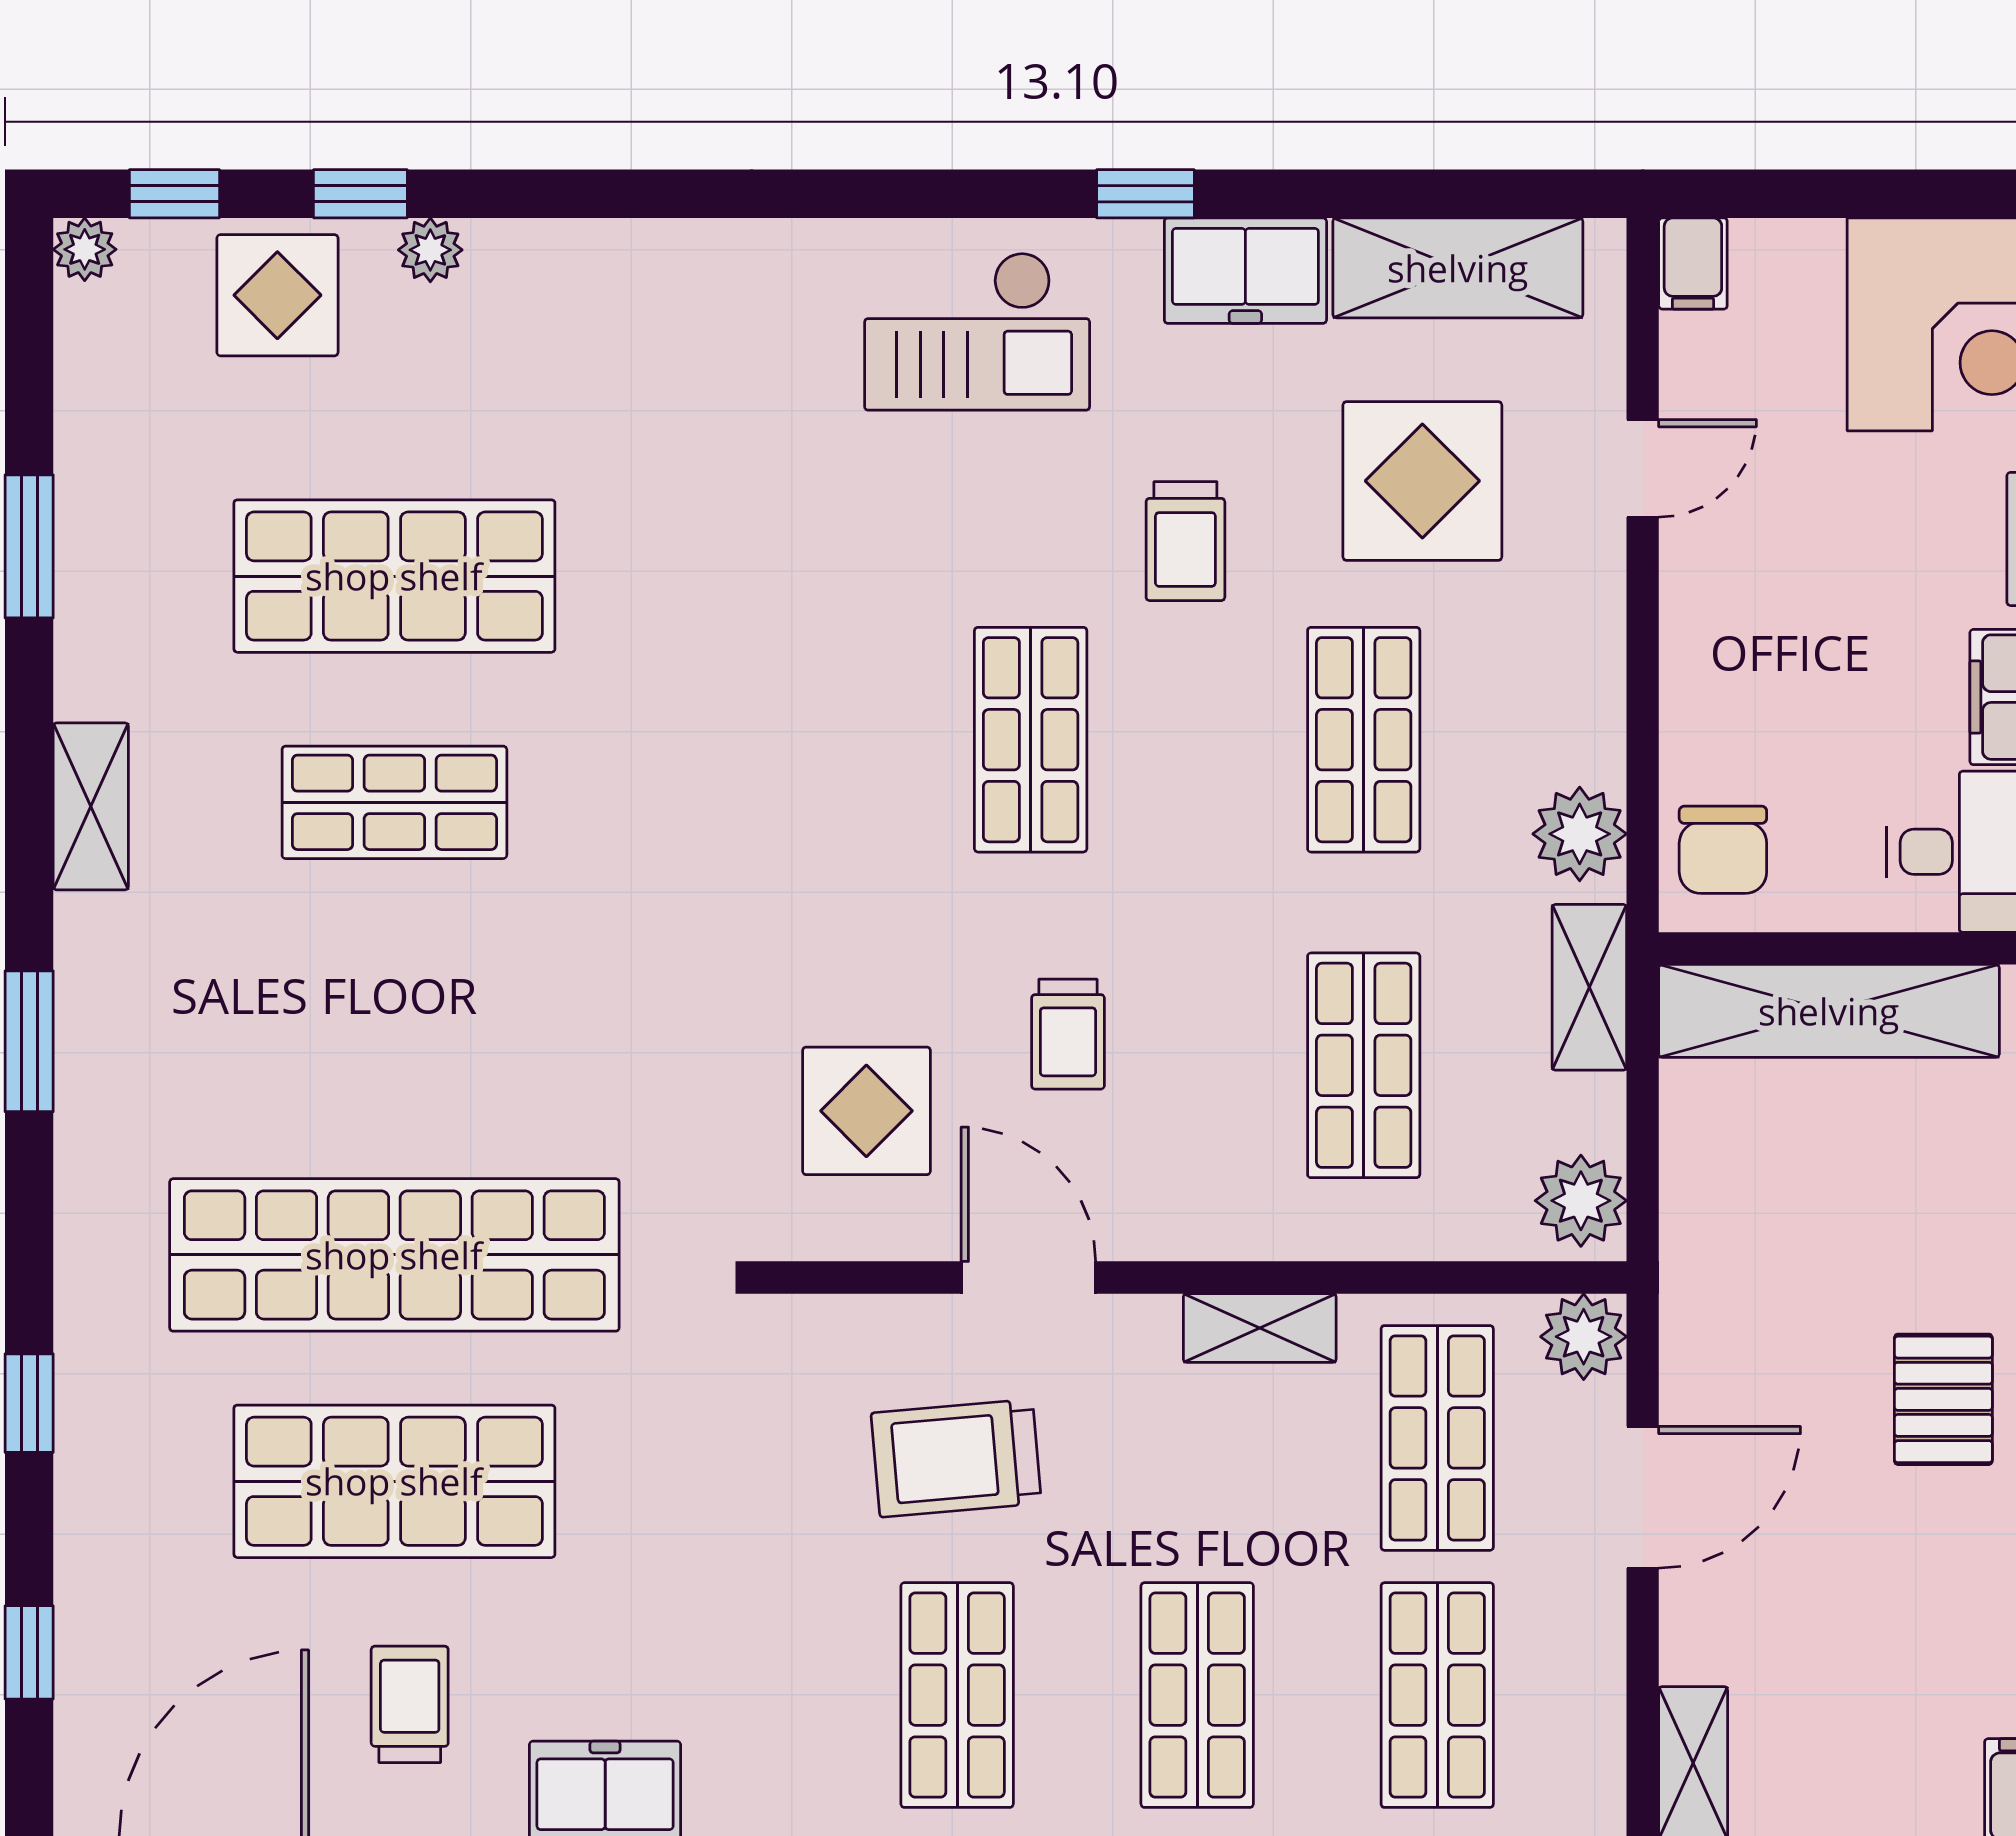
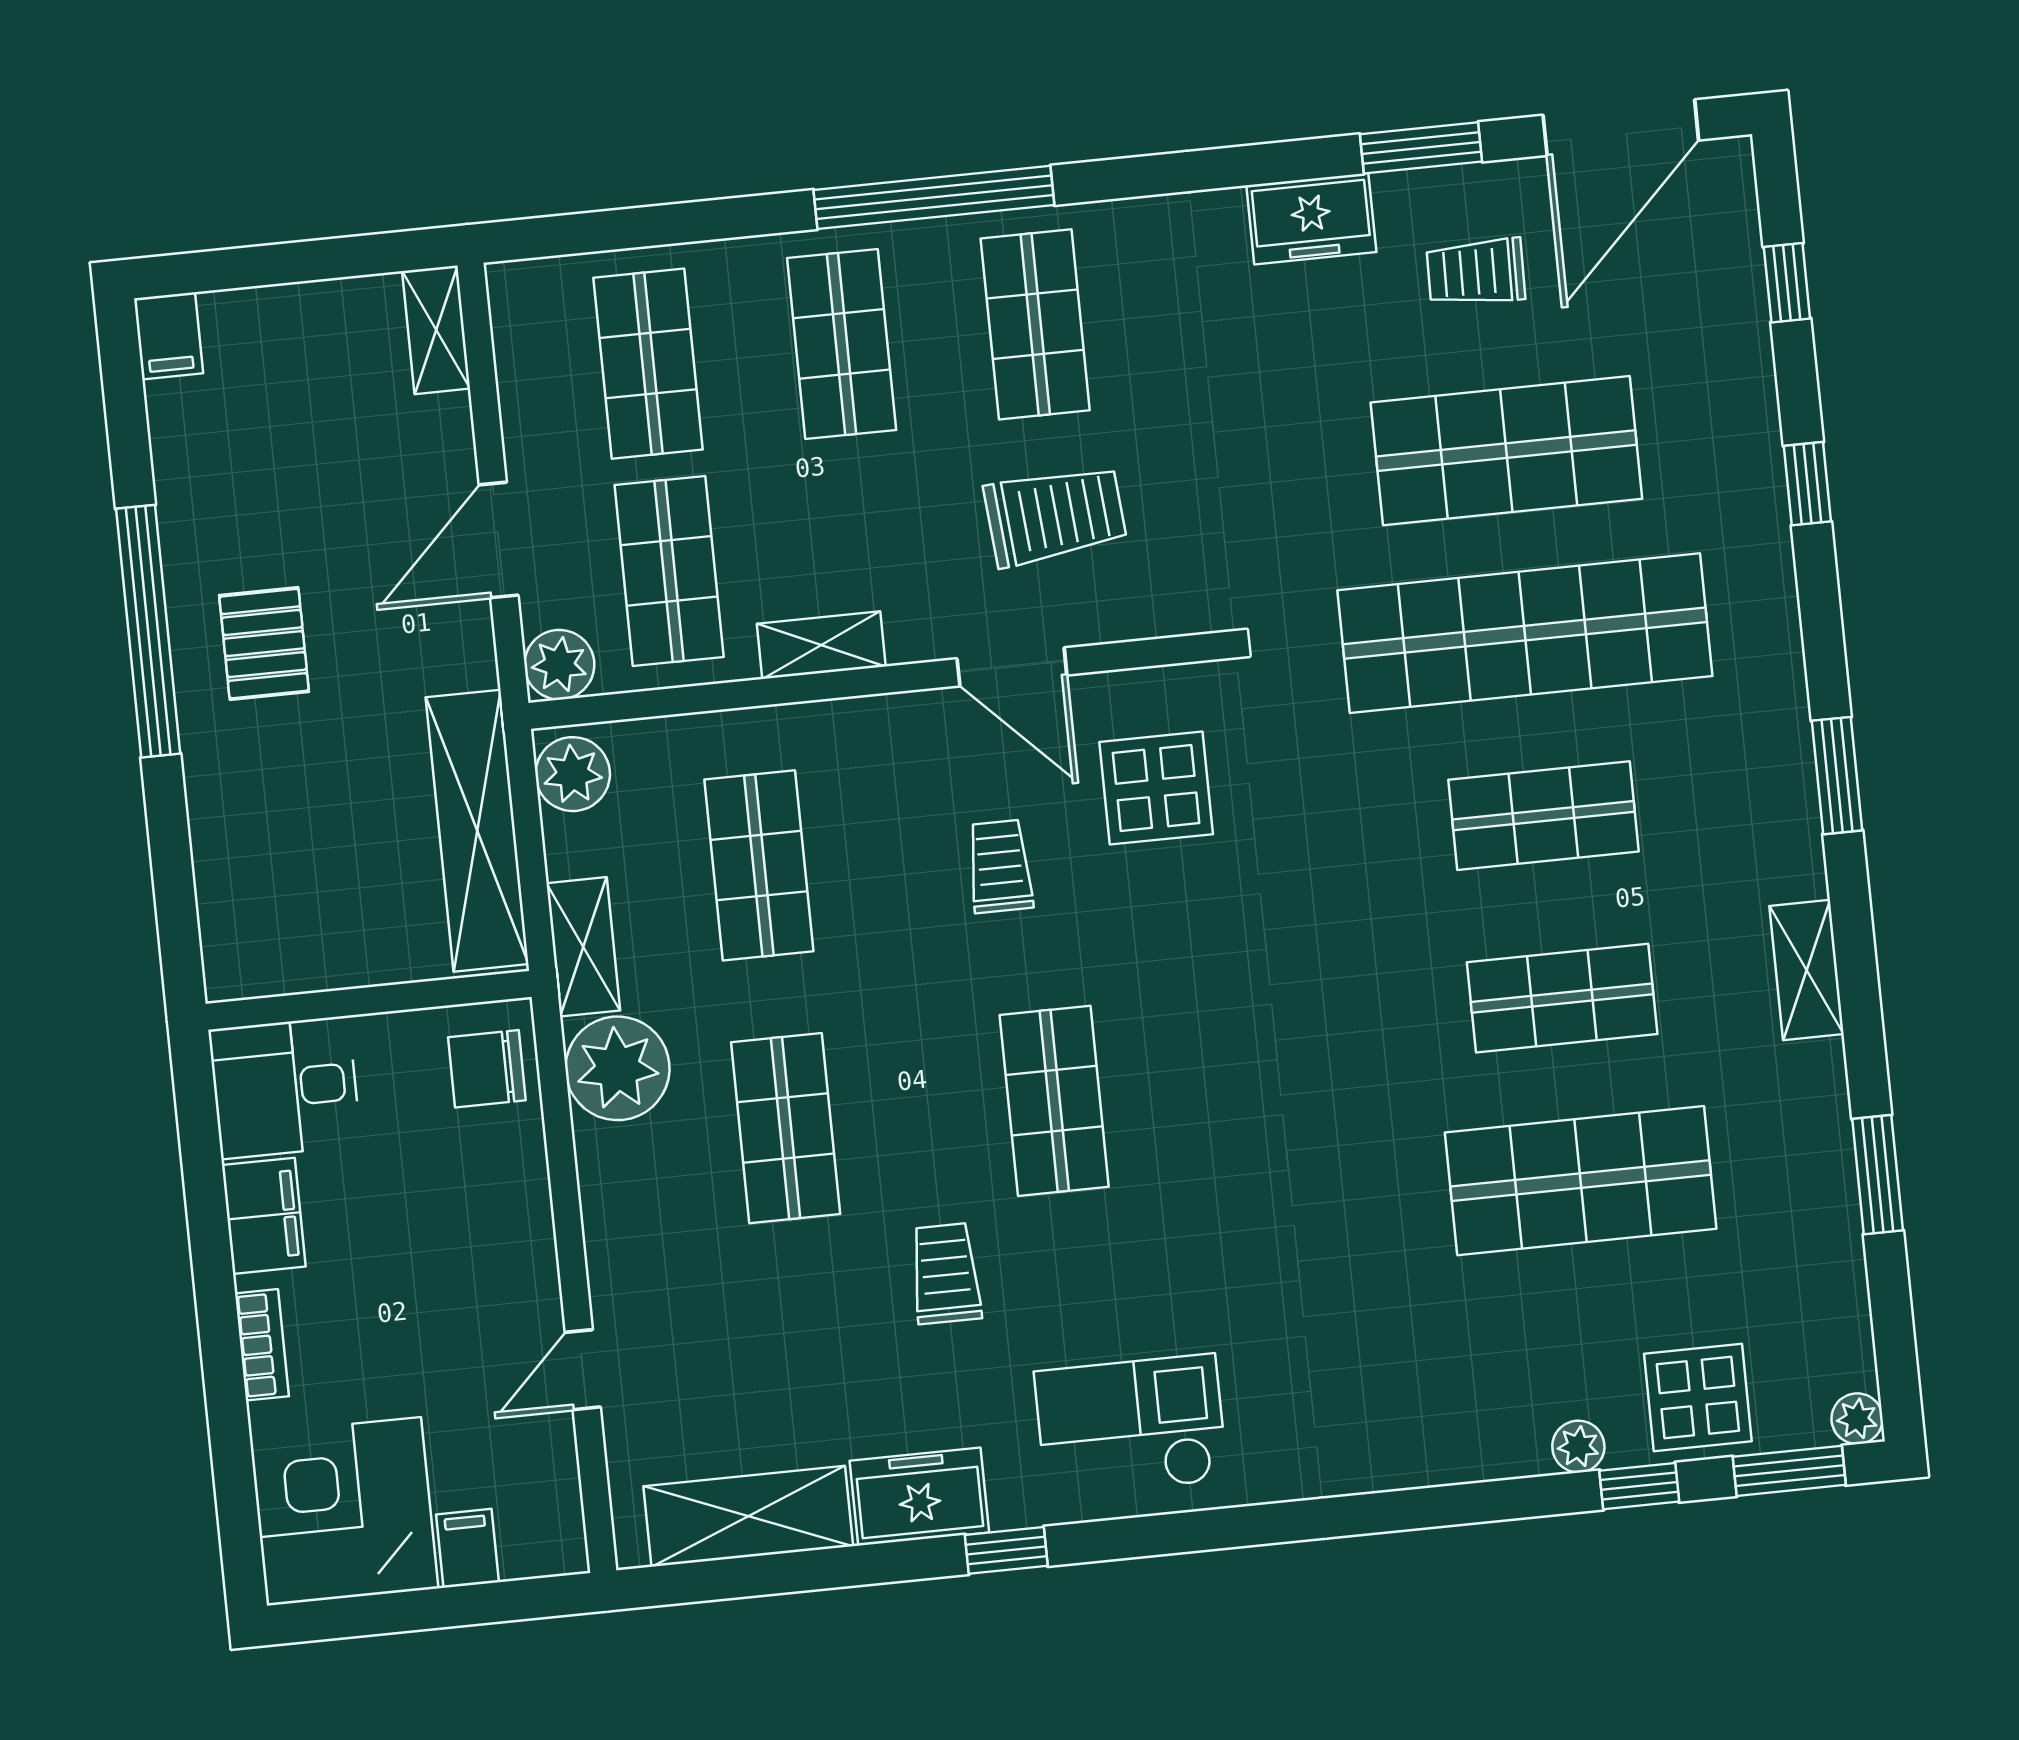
window: (174, 194) -> (1789, 1471), width x1.50
filing cabinet: (1693, 263) -> (467, 1548), moved
display table: (1422, 481) -> (759, 1341), removed
plant: (1580, 834) -> (617, 1068), width x1.36, depth x1.36
chair: (1723, 850) -> (487, 1069), turned -90
shelving: (1829, 1011) -> (477, 831), moved, turned 90
shop shelf: (394, 1029) -> (1544, 816), added
trolley: (410, 1704) -> (1476, 272), turned 91

